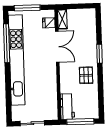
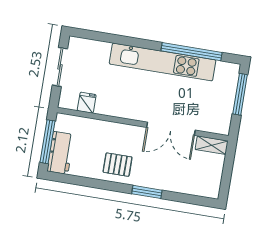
fridge: (49, 23) -> (87, 103), moved
kitchen unit: (17, 60) -> (163, 62), width x0.73
workbench: (67, 107) -> (61, 153), moved, turned -90

